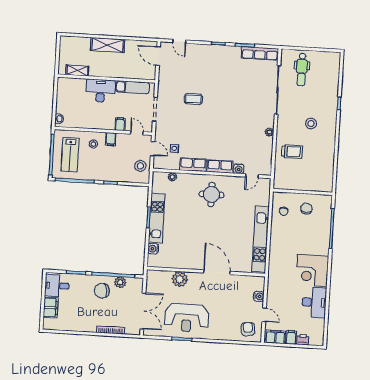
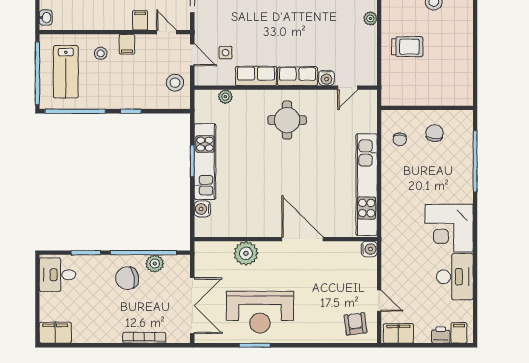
water cooler: (259, 296) -> (369, 249), moved
filing cabinet: (51, 308) -> (55, 333), moved, turned -90
filing cabinet: (291, 337) -> (459, 333), moved

